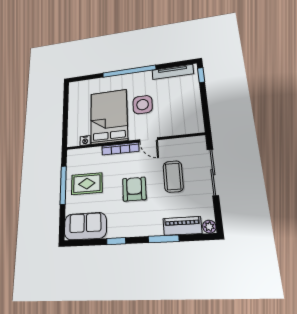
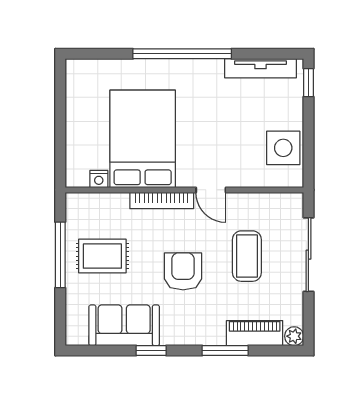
side table: (143, 105) -> (283, 148), moved
sofa: (85, 226) -> (124, 325), moved

